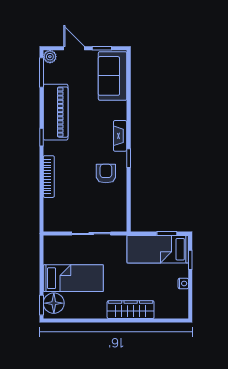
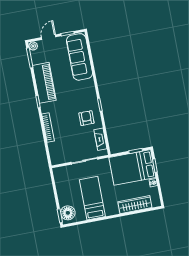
door: (74, 48) -> (49, 37), hinge flipped
sofa: (113, 76) -> (79, 57), width x1.36
fireplace: (120, 136) -> (100, 139), moved
bed: (158, 249) -> (132, 167), width x1.50
bed: (73, 278) -> (92, 198), moved, turned -90
wardrobe: (131, 310) -> (135, 205), moved

